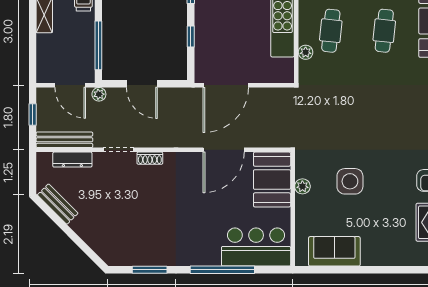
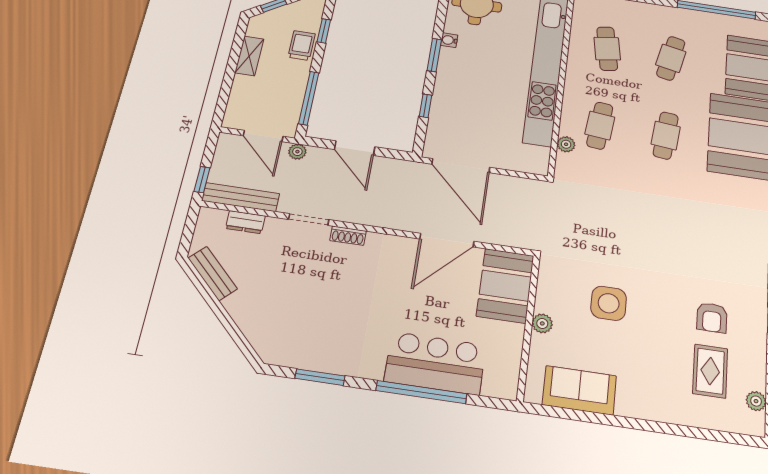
door: (226, 85) -> (461, 166), hinge flipped
window: (33, 114) -> (202, 180), moved
dresser: (72, 160) -> (245, 222), width x0.70
plant: (302, 186) -> (542, 323), moved
bar counter: (256, 247) -> (435, 363), moved

